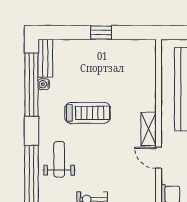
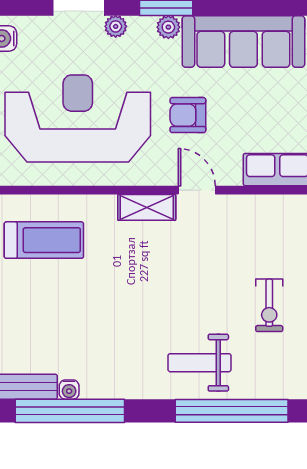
treadmill: (88, 113) -> (44, 240), moved, turned 90
door: (159, 158) -> (197, 190), swing flipped

